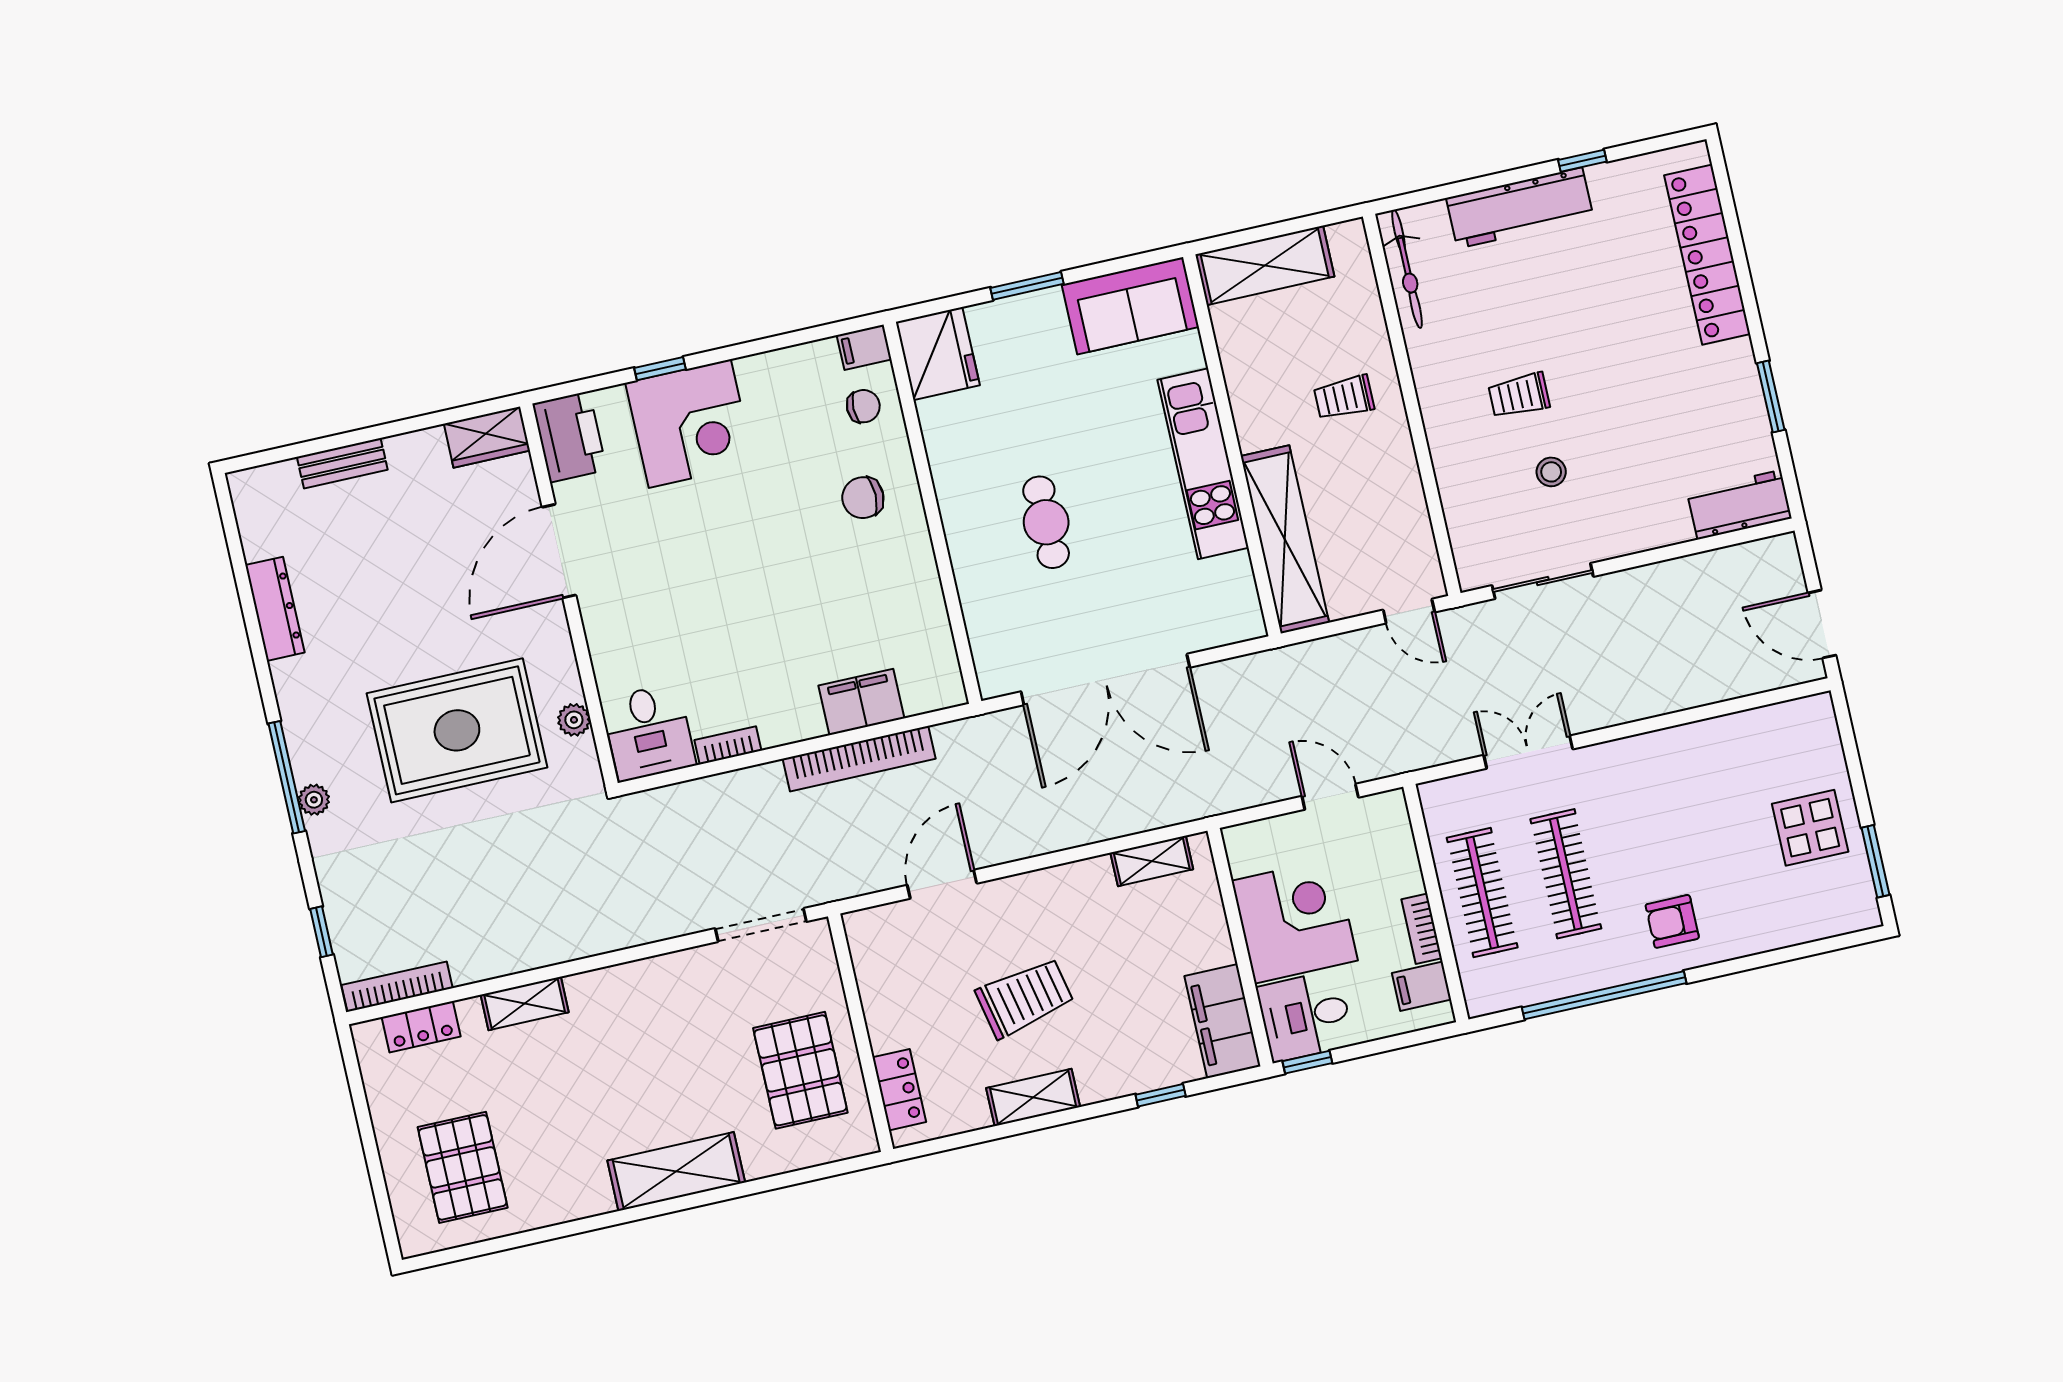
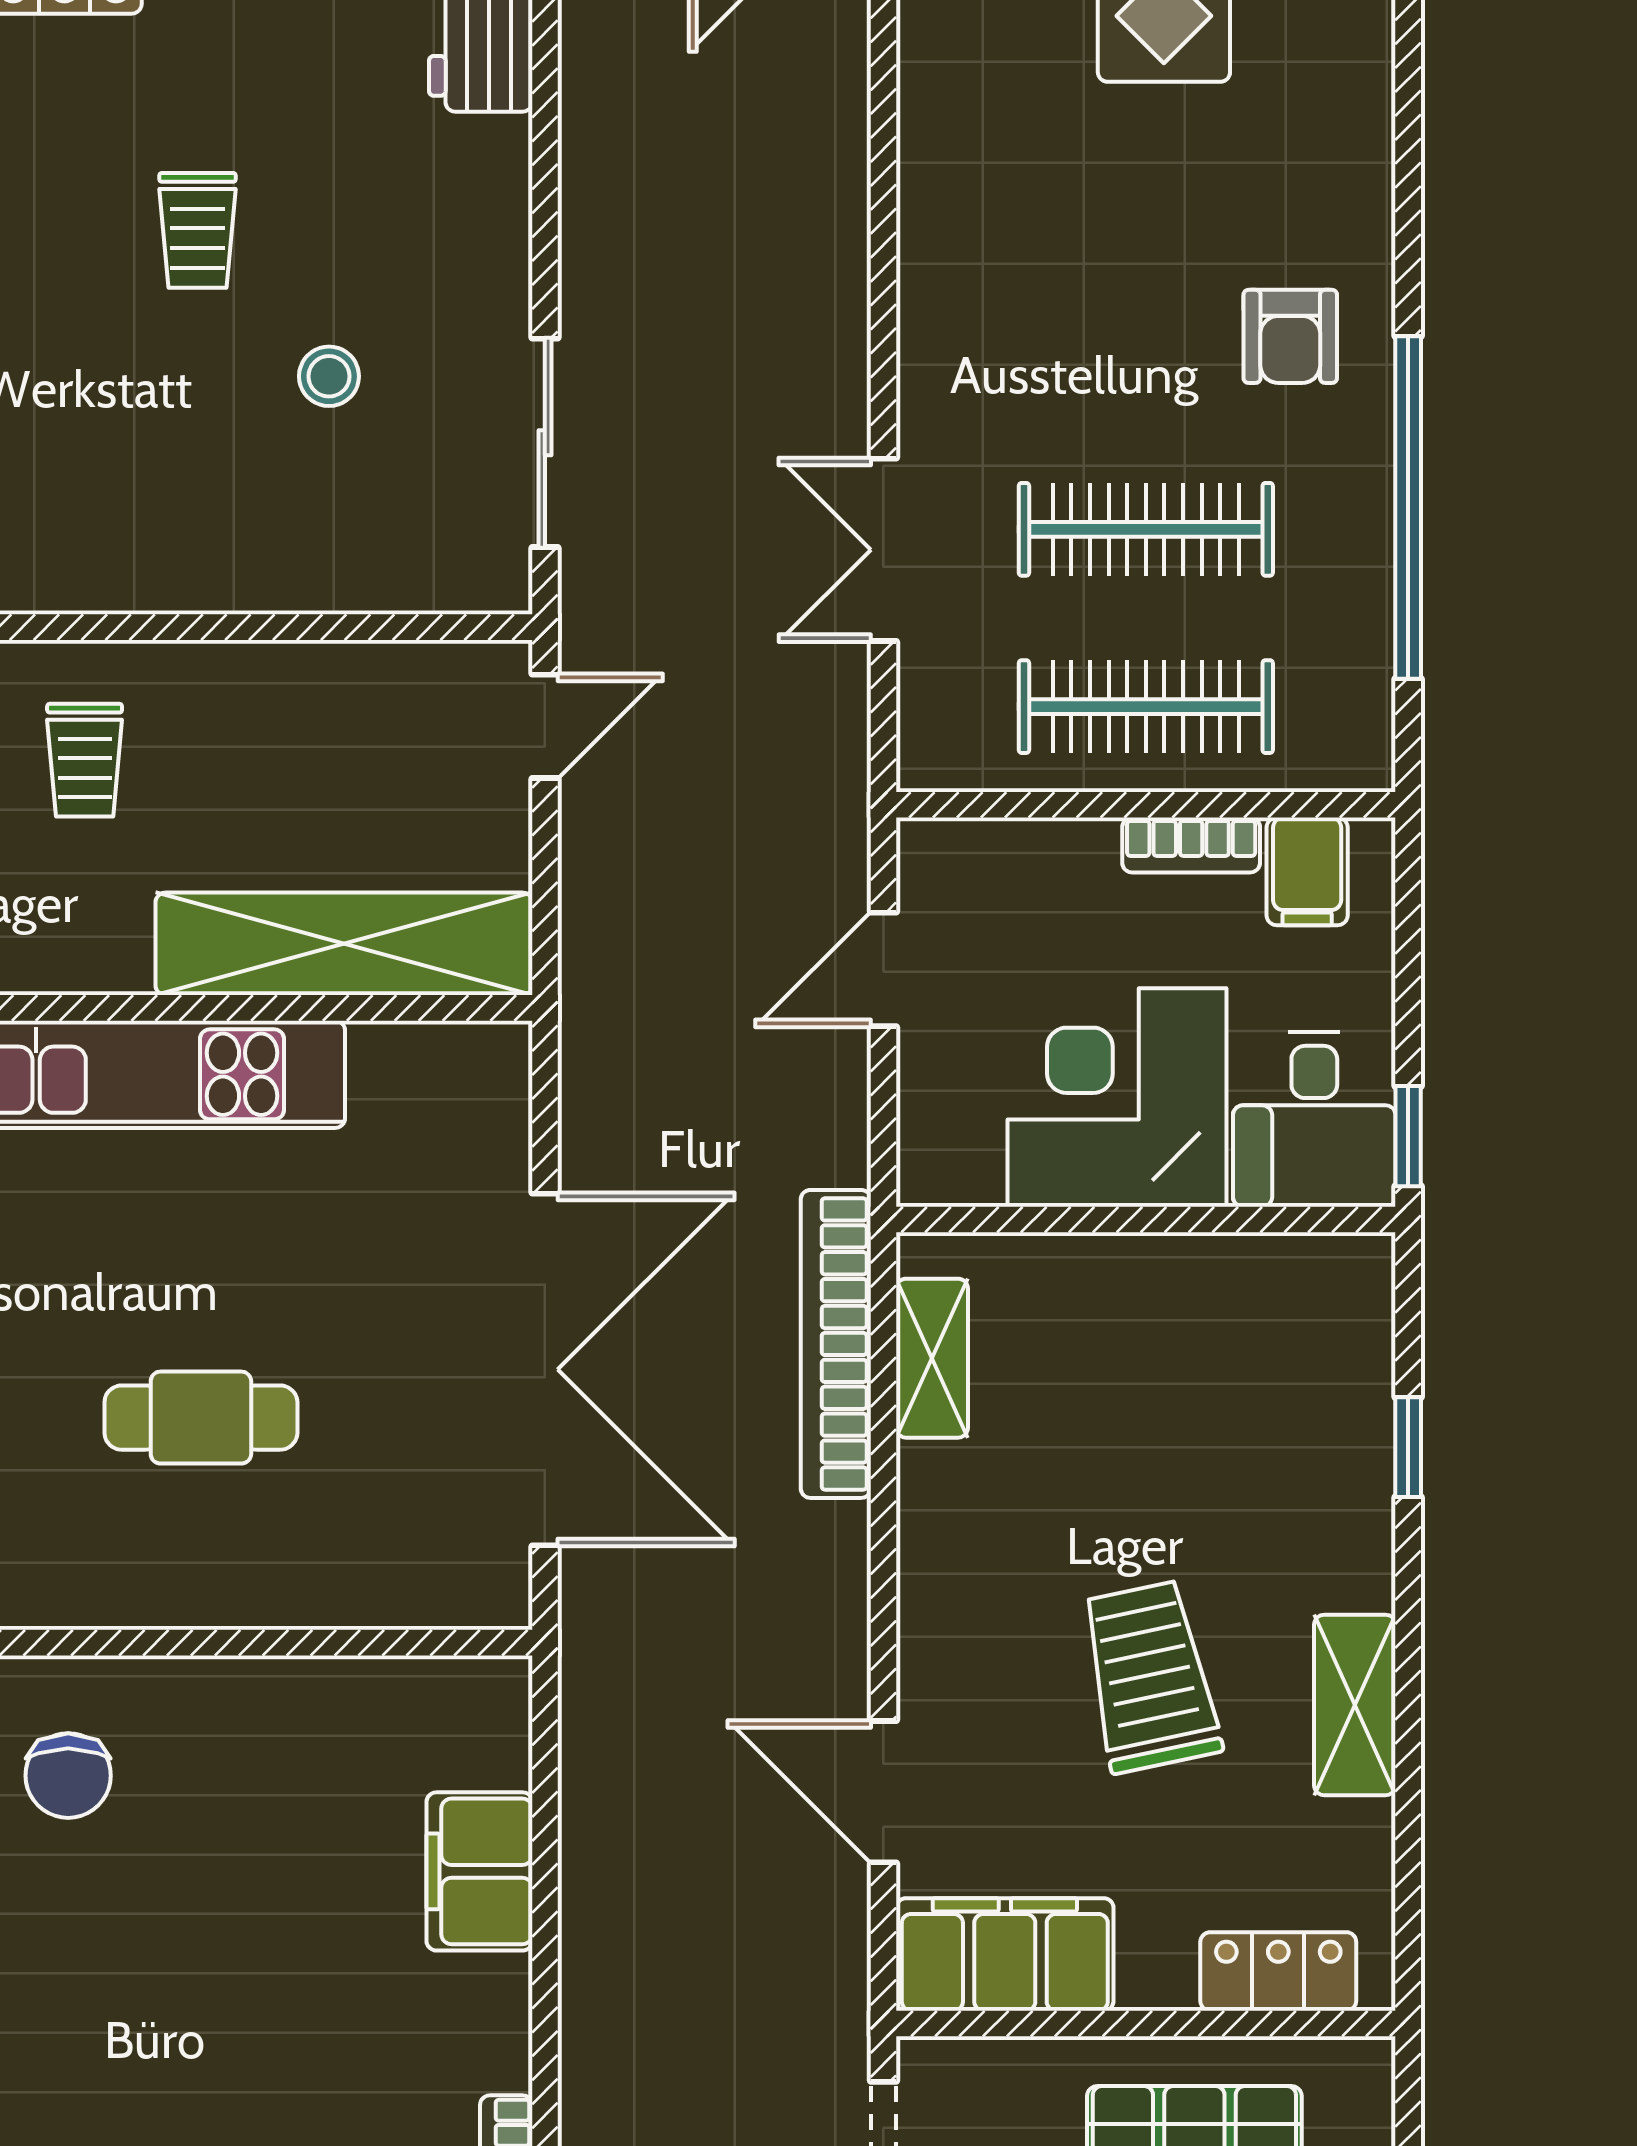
trolley: (1519, 395) -> (197, 230), moved
bookcase: (859, 759) -> (836, 1344), moved, turned 180
filing cabinet: (1222, 1021) -> (1005, 1954), moved, turned 180

